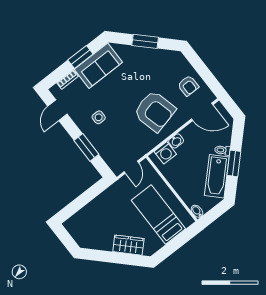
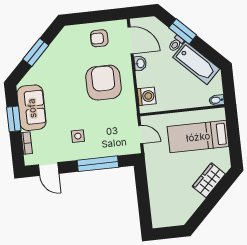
armchair: (188, 86) -> (99, 38), turned 180
armchair: (155, 111) -> (104, 83), turned -76
door: (202, 112) -> (131, 40), hinge flipped
washbasin: (176, 141) -> (140, 63), moved
window: (86, 147) -> (98, 164), width x1.44
window: (234, 163) -> (183, 31), moved

